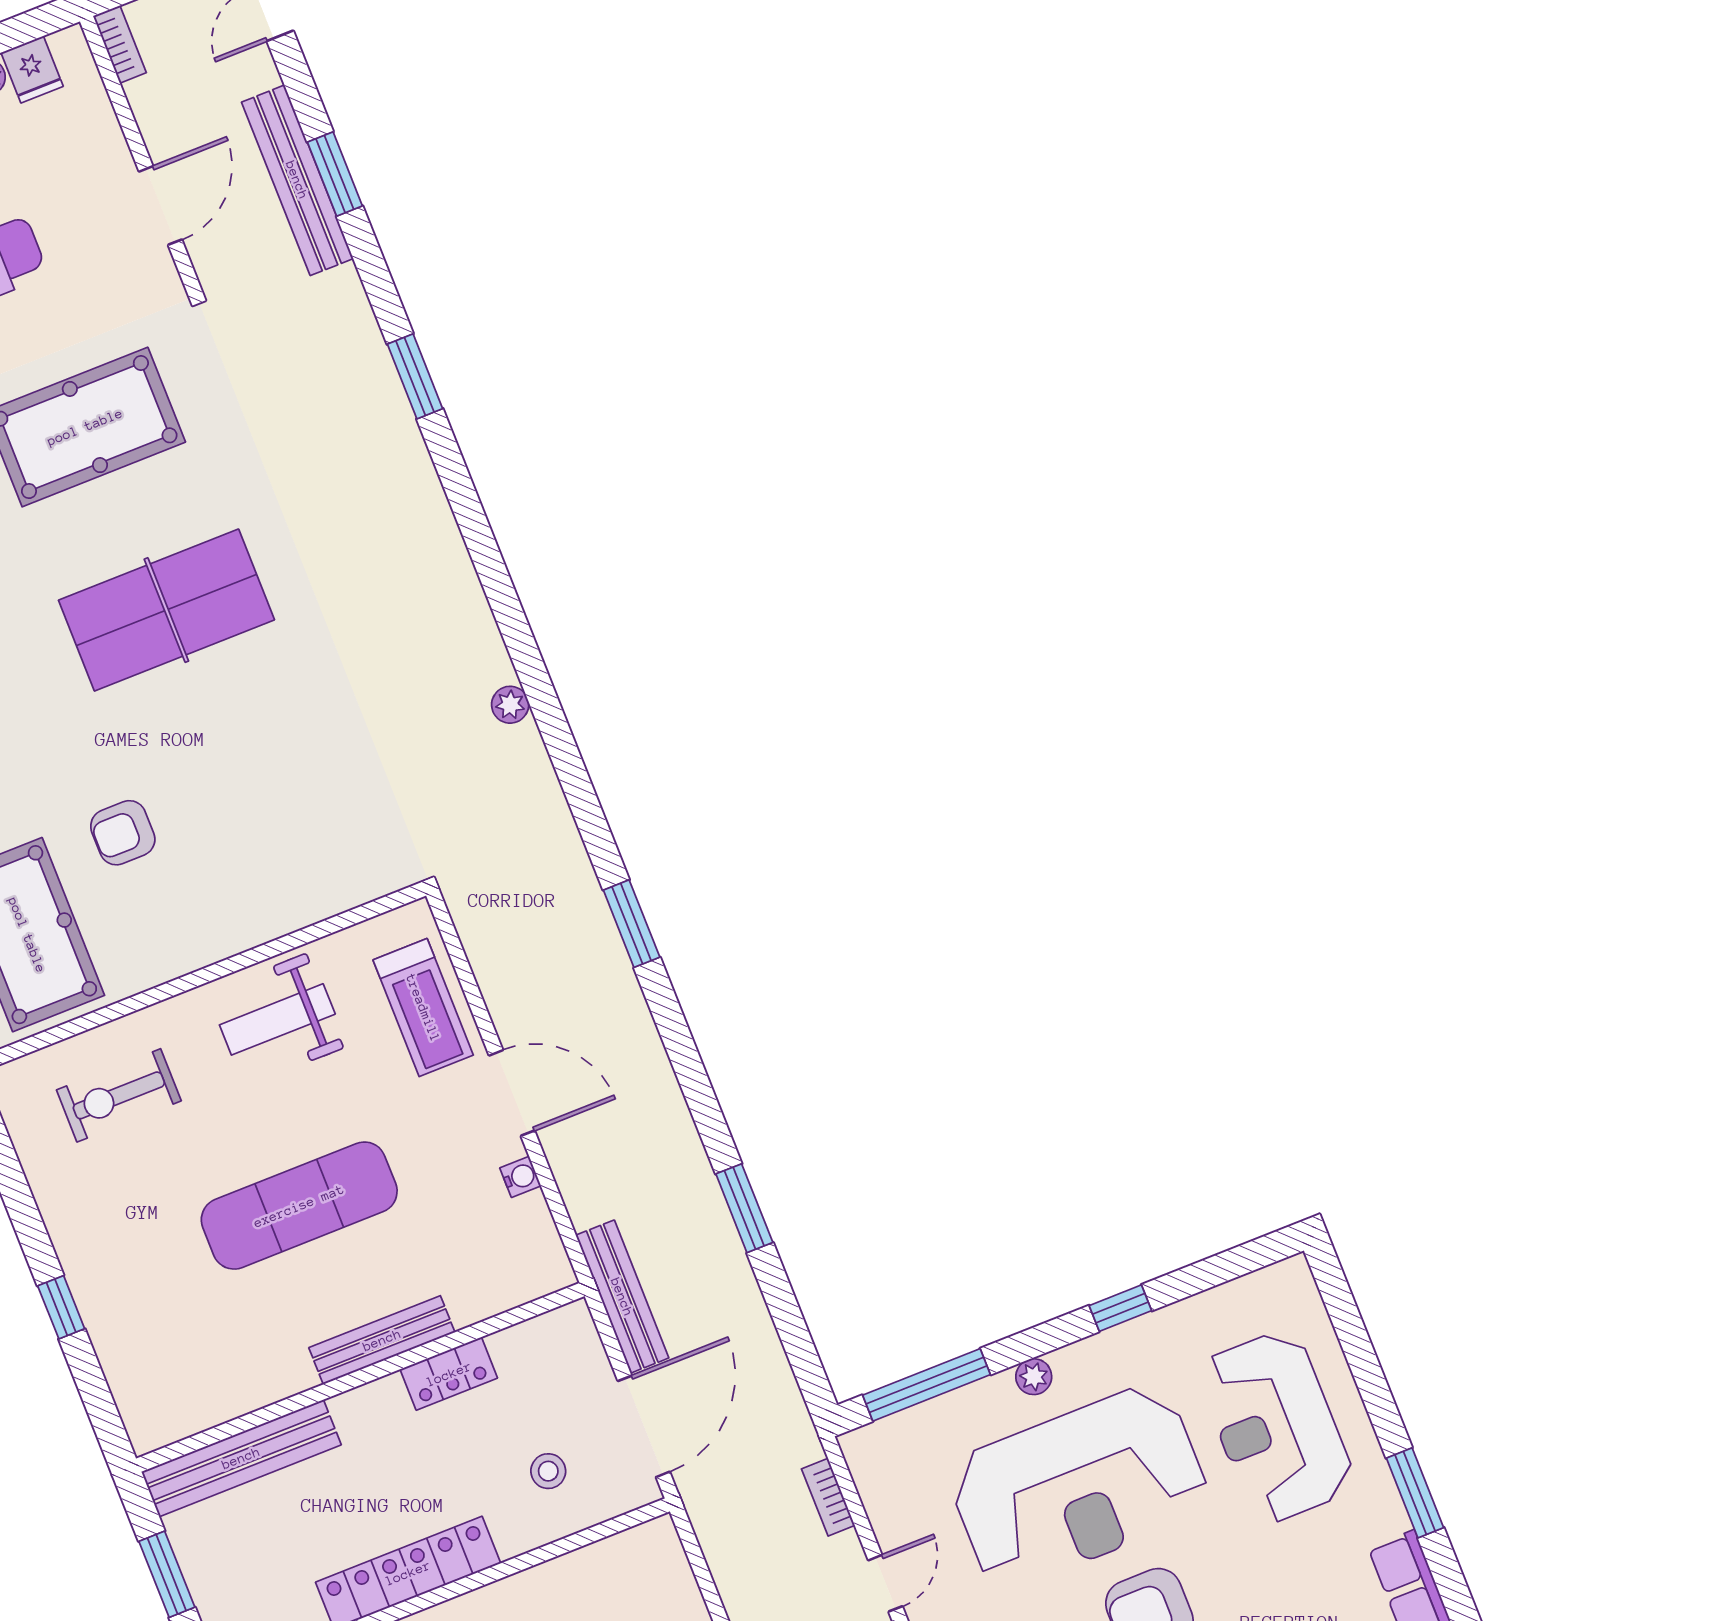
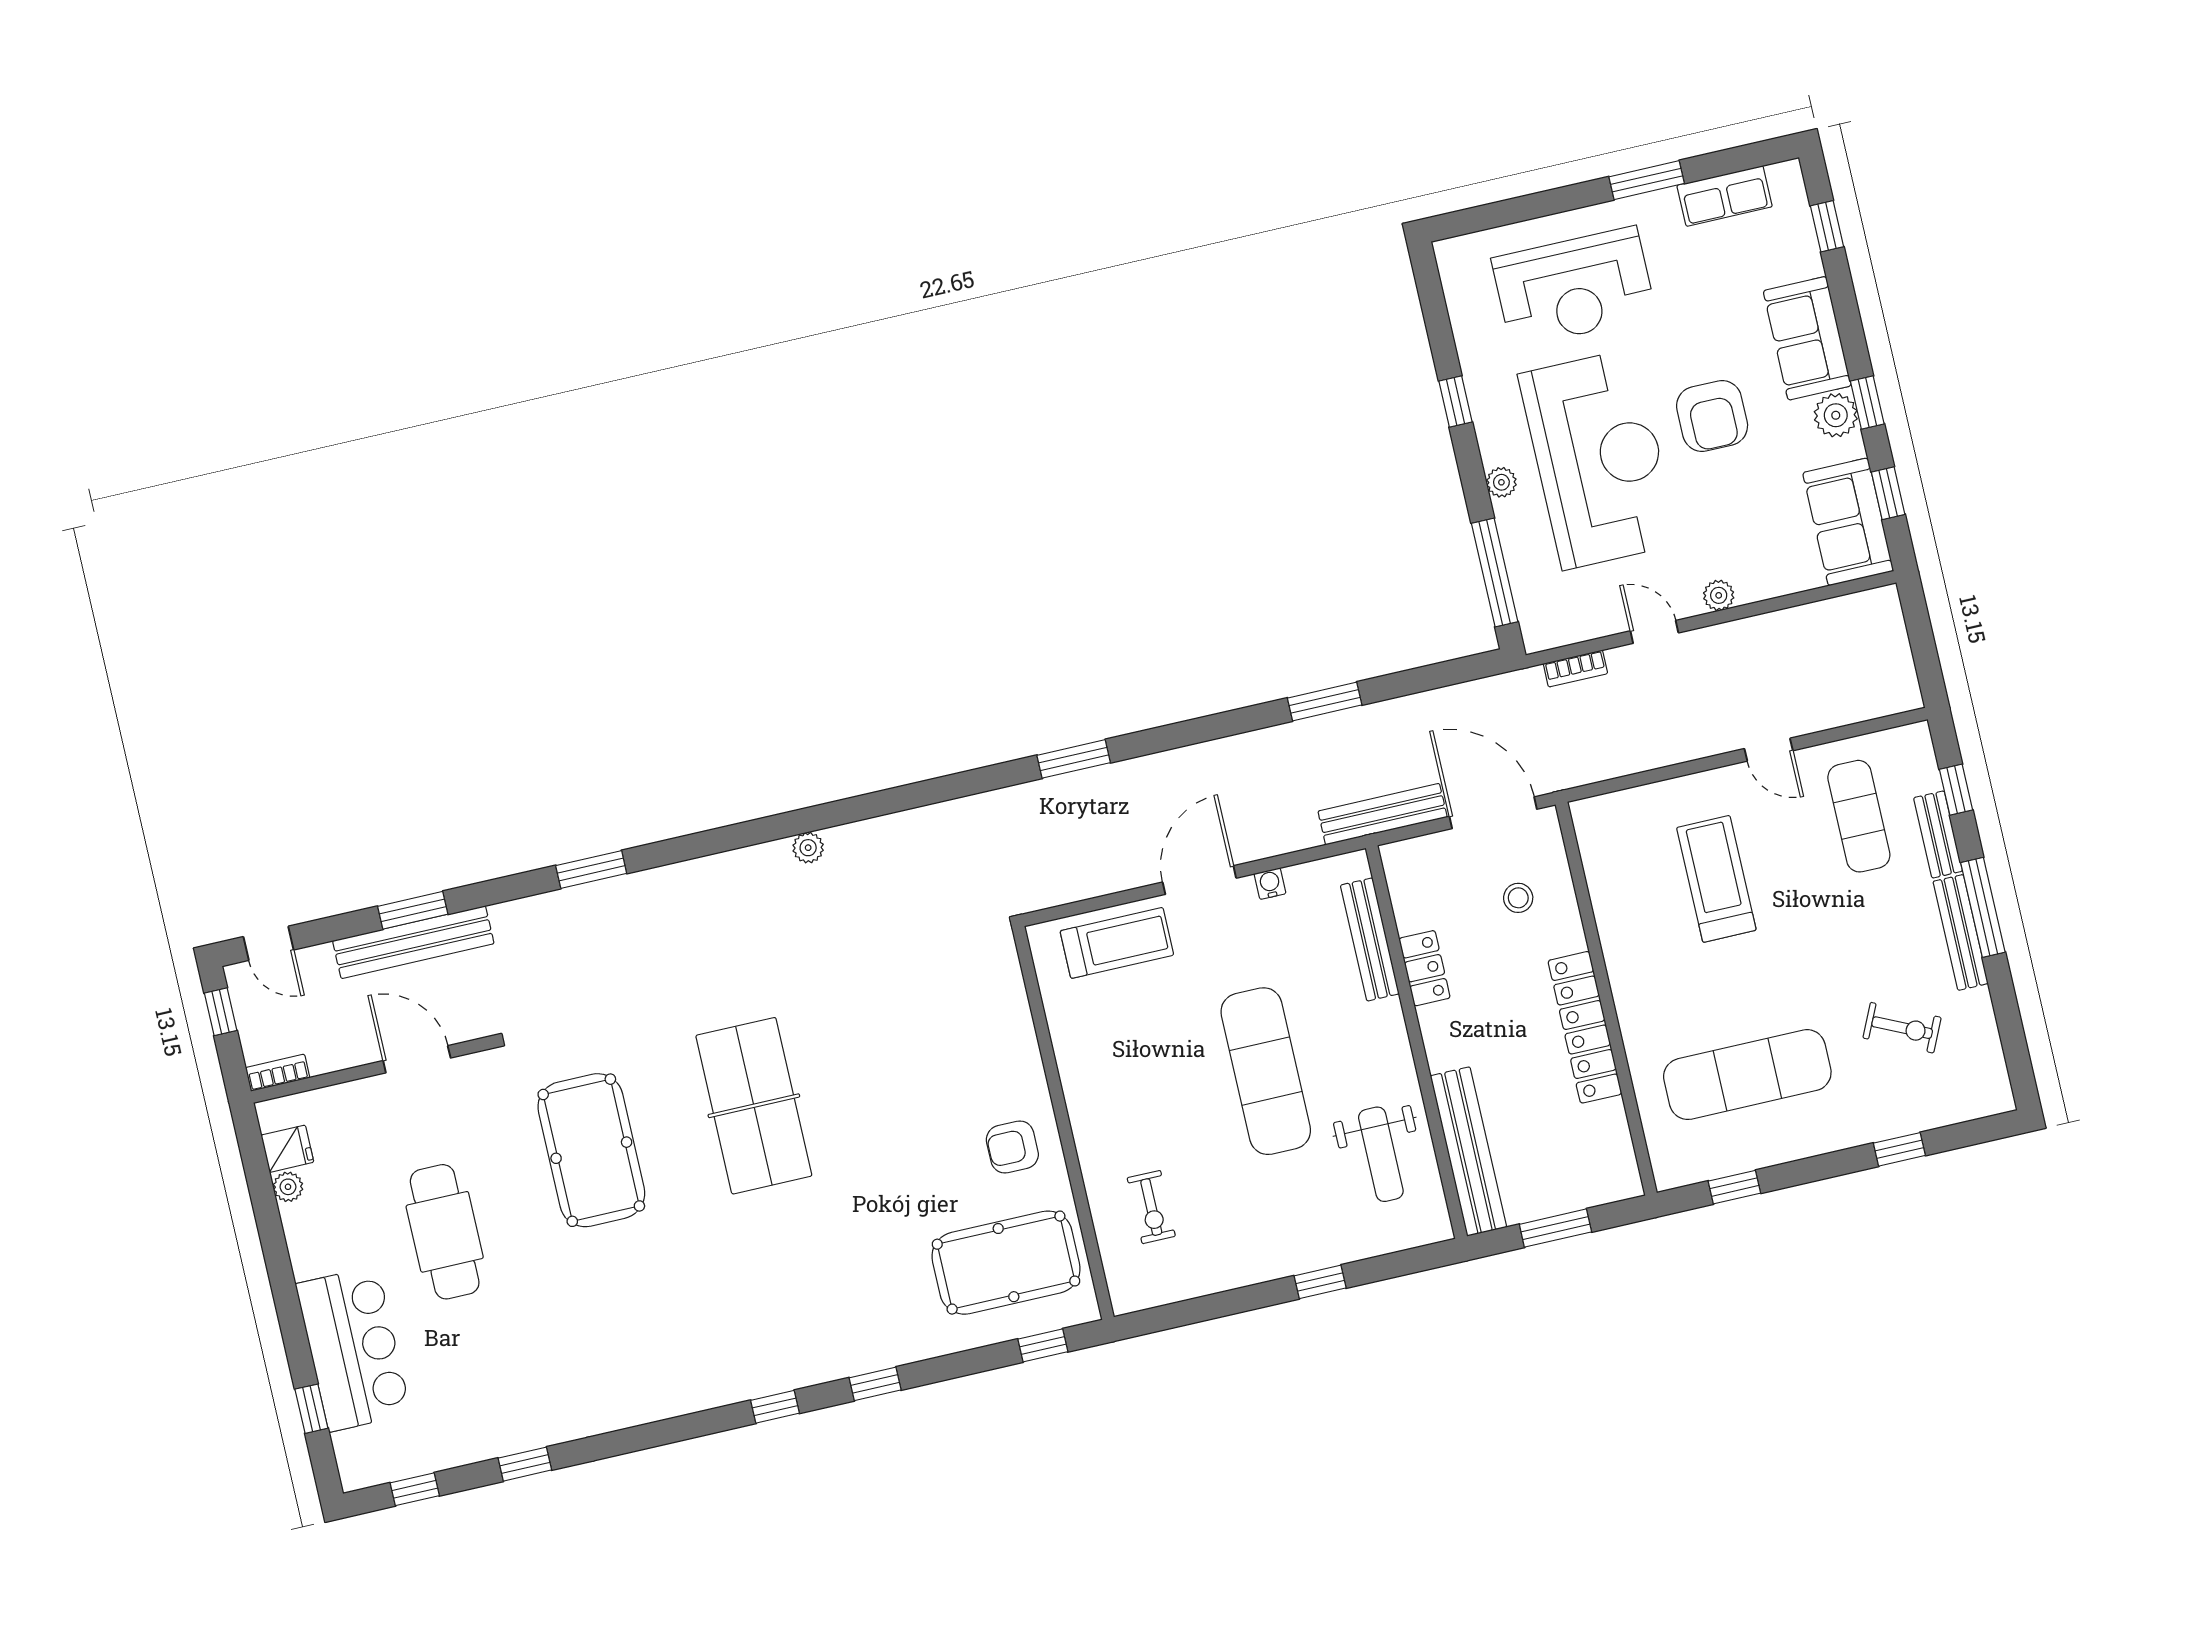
plant: (510, 705) -> (808, 848), moved
armchair: (123, 833) -> (1012, 1147), moved, turned 90
weight bench: (277, 1019) -> (1381, 1154), moved
exercise bike: (119, 1095) -> (1151, 1207), width x0.73, depth x0.72
bench: (382, 1340) -> (1370, 939), moved

